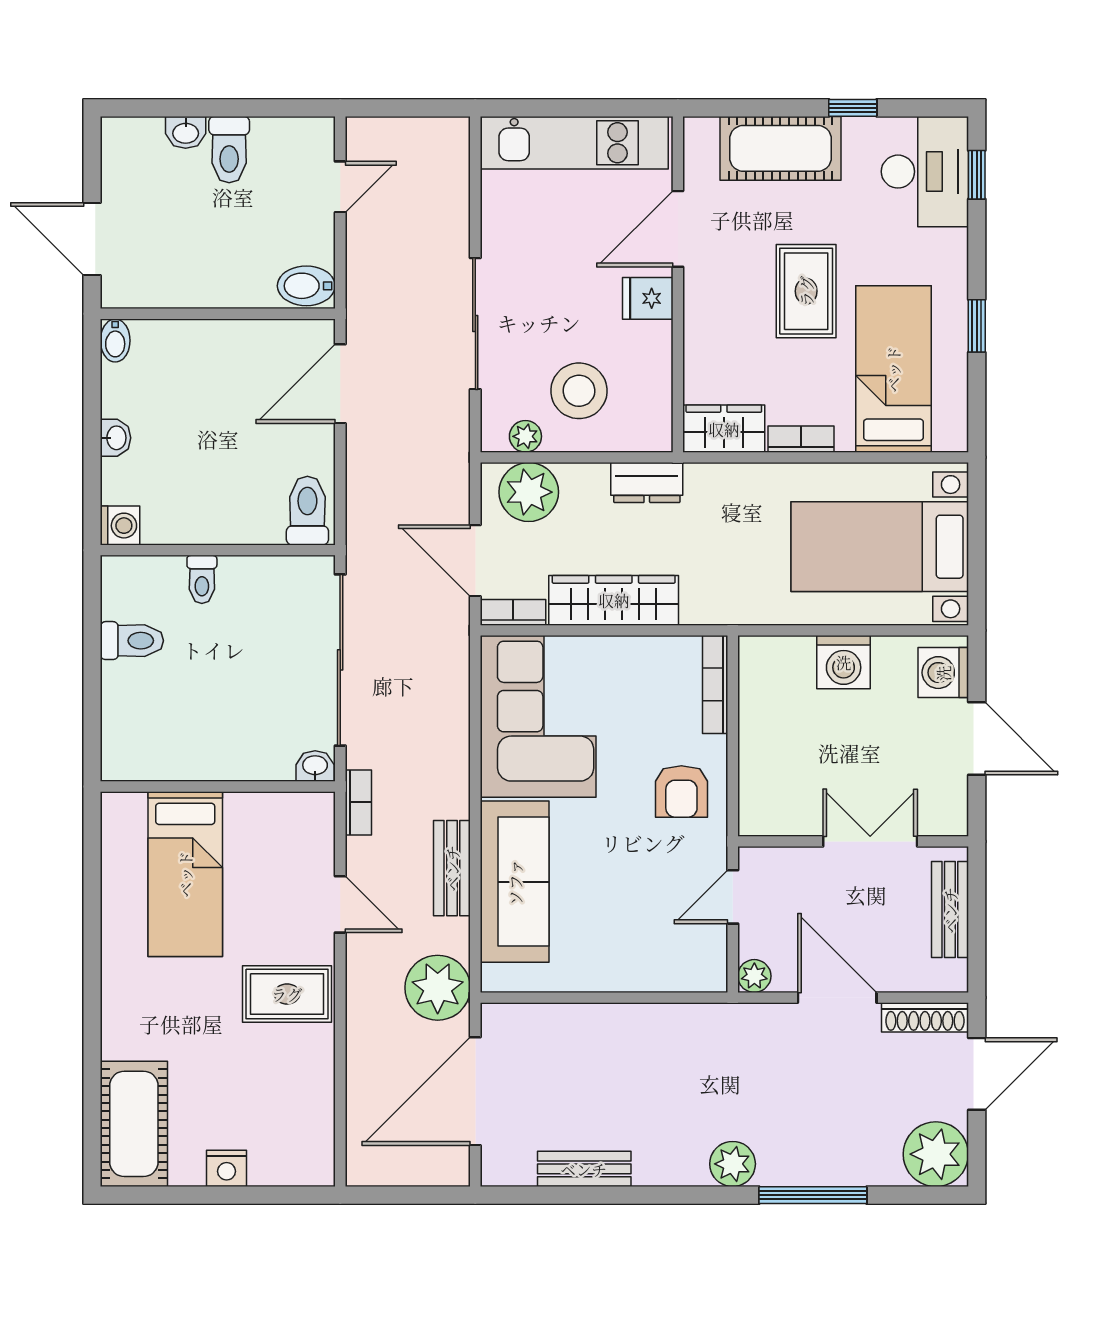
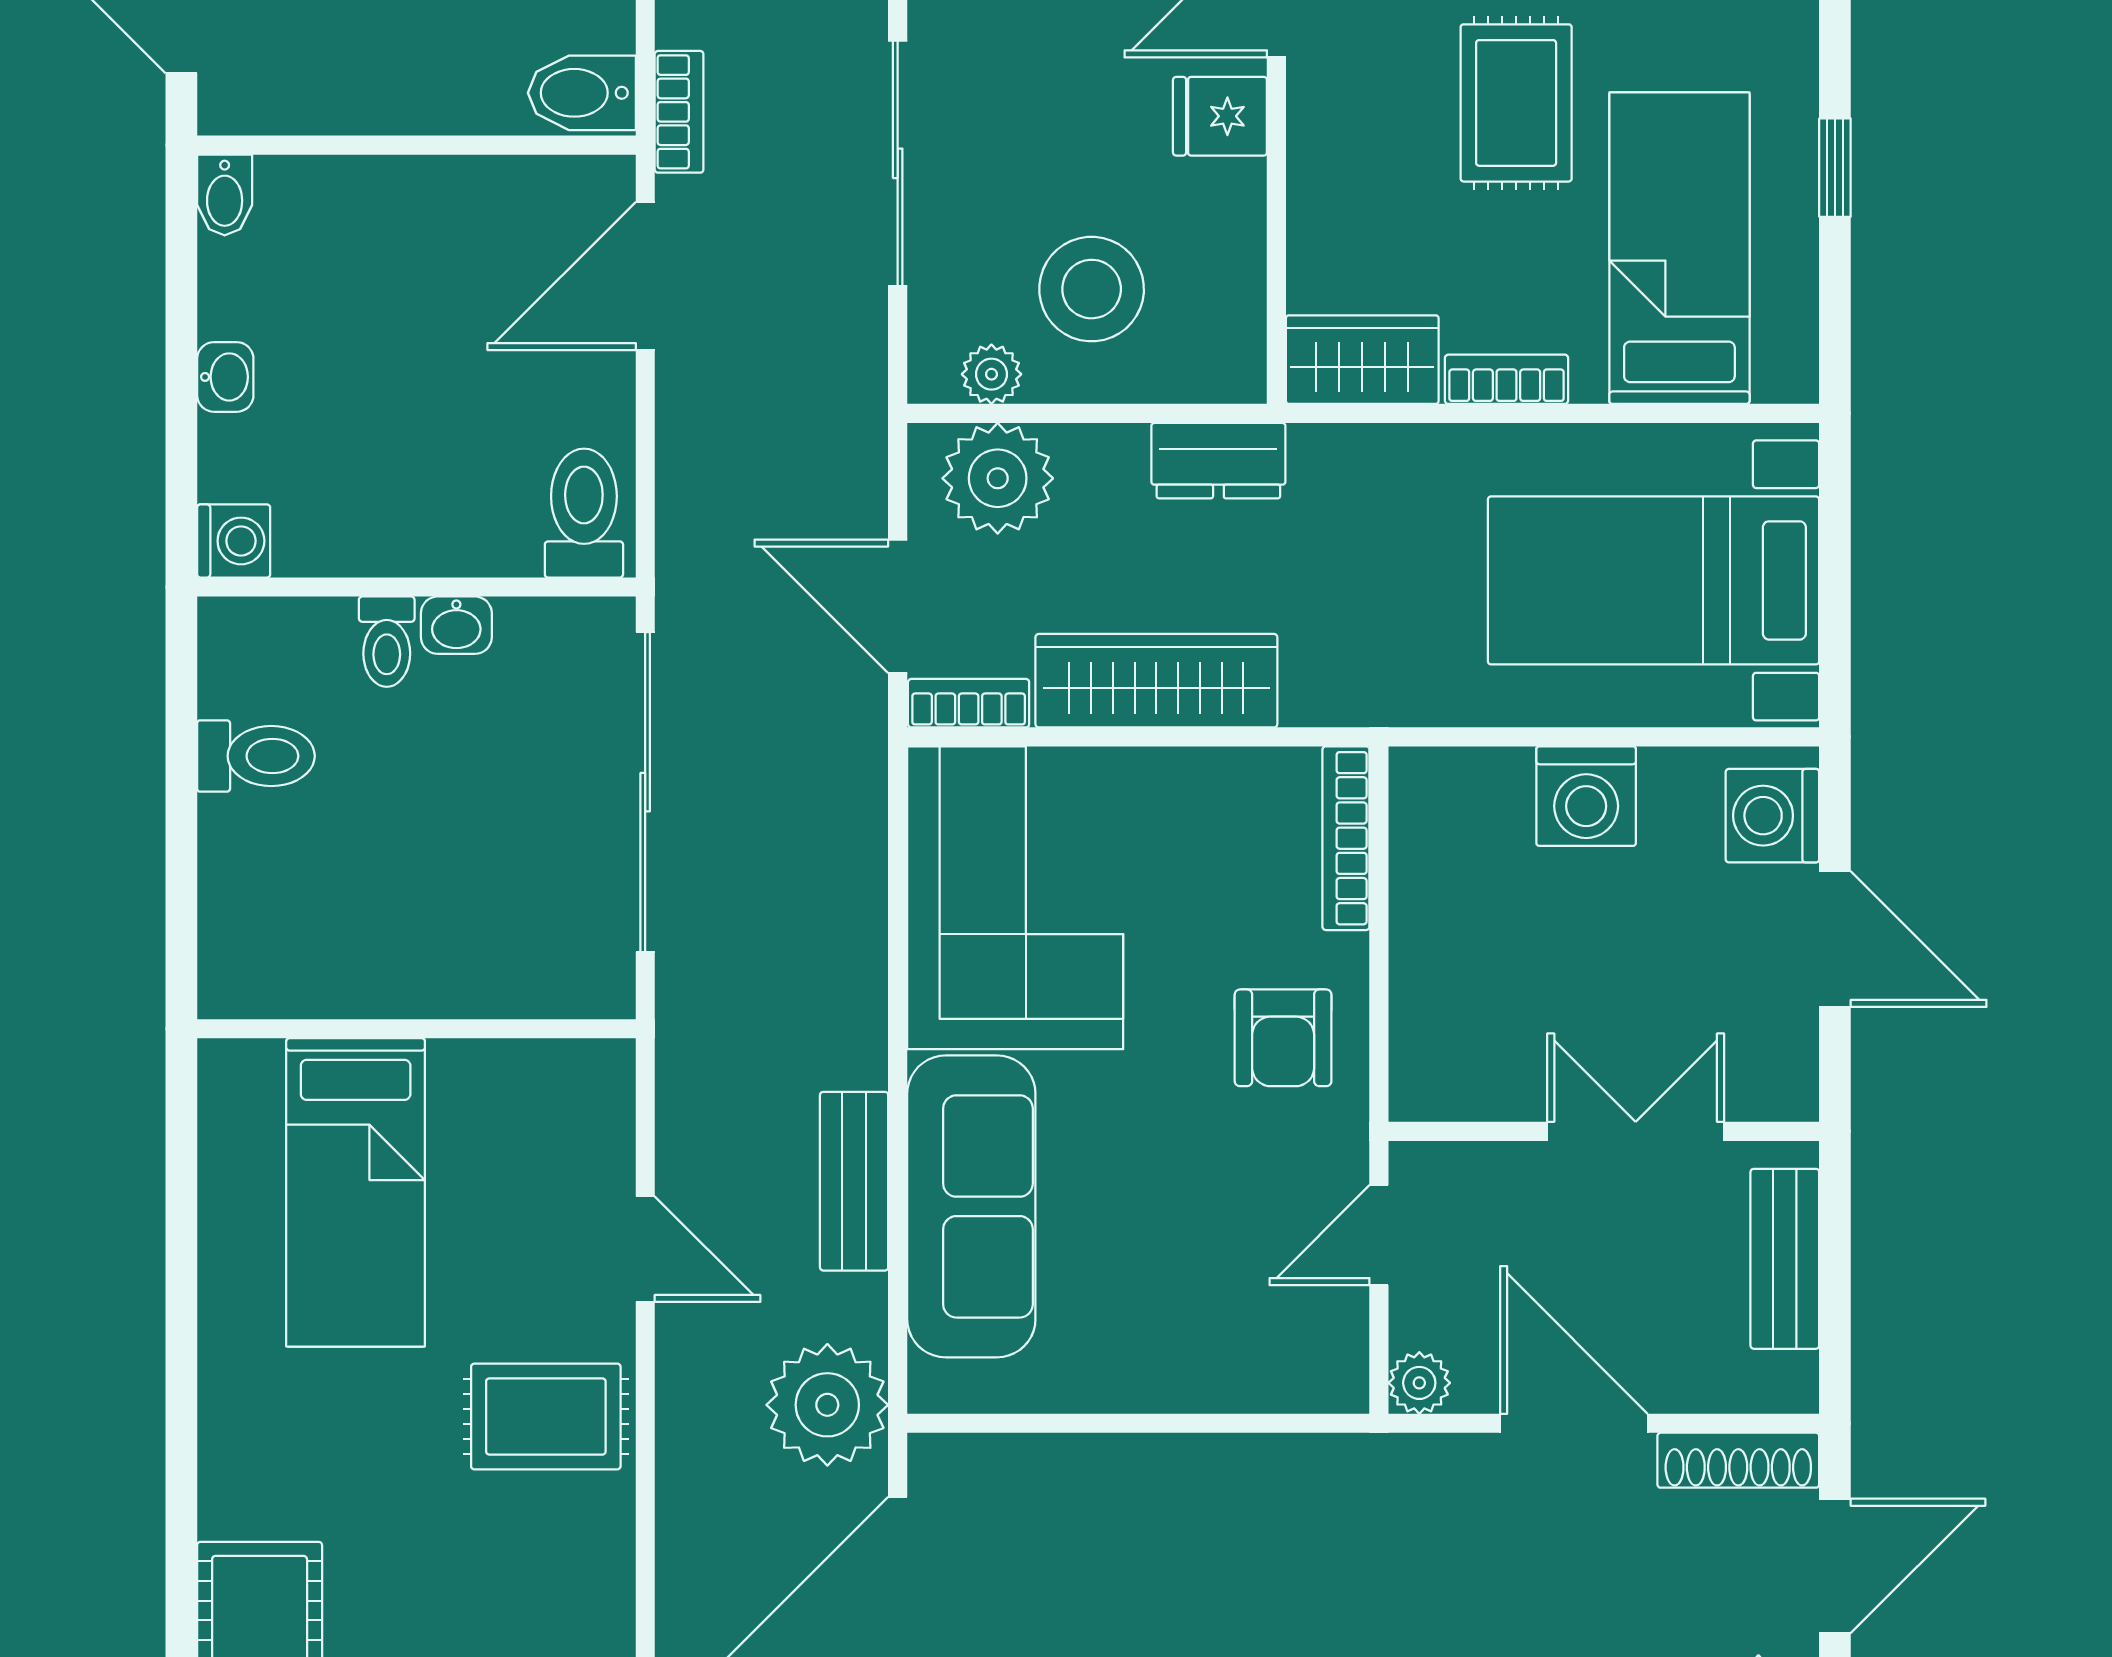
washbasin: (315, 766) -> (456, 625), moved, turned 180
bookcase: (358, 802) -> (679, 112), moved

